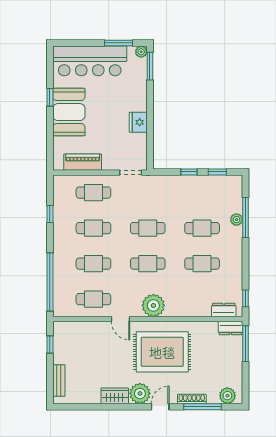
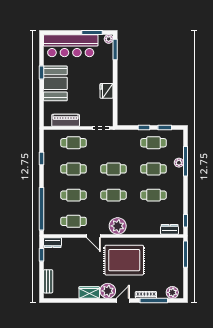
cafe table: (202, 193) -> (154, 143), added
dresser: (230, 328) -> (53, 243), moved

